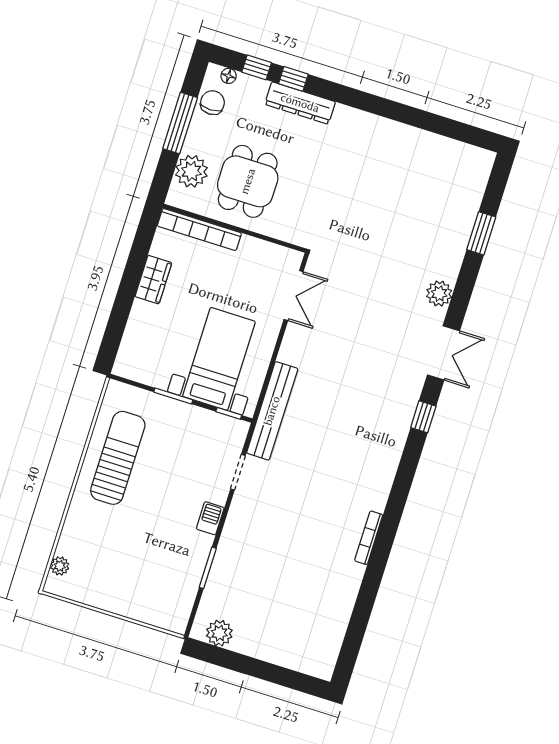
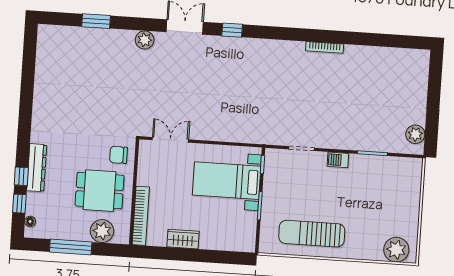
chair: (212, 103) -> (118, 155), moved
bench: (272, 411) -> (253, 135), removed
plant: (60, 566) -> (396, 250), width x1.88, depth x1.88

